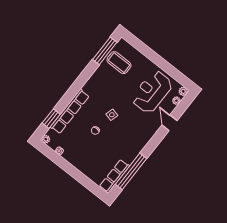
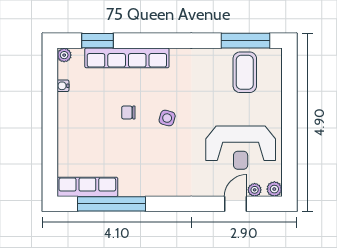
reception desk: (152, 92) -> (241, 148), turned 180
door: (169, 123) -> (235, 204), moved

